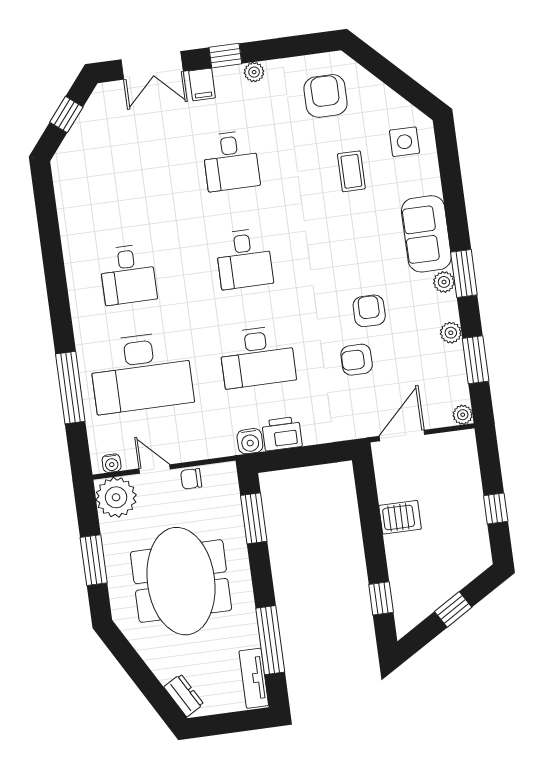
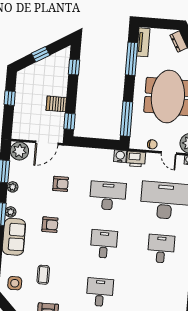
armchair: (369, 311) -> (50, 225), moved, turned -90
plant: (463, 415) -> (19, 151), width x1.88, depth x1.88
printer: (282, 434) -> (136, 159), moved
window: (366, 488) -> (70, 121), added
window: (254, 518) -> (126, 119), width x1.44

